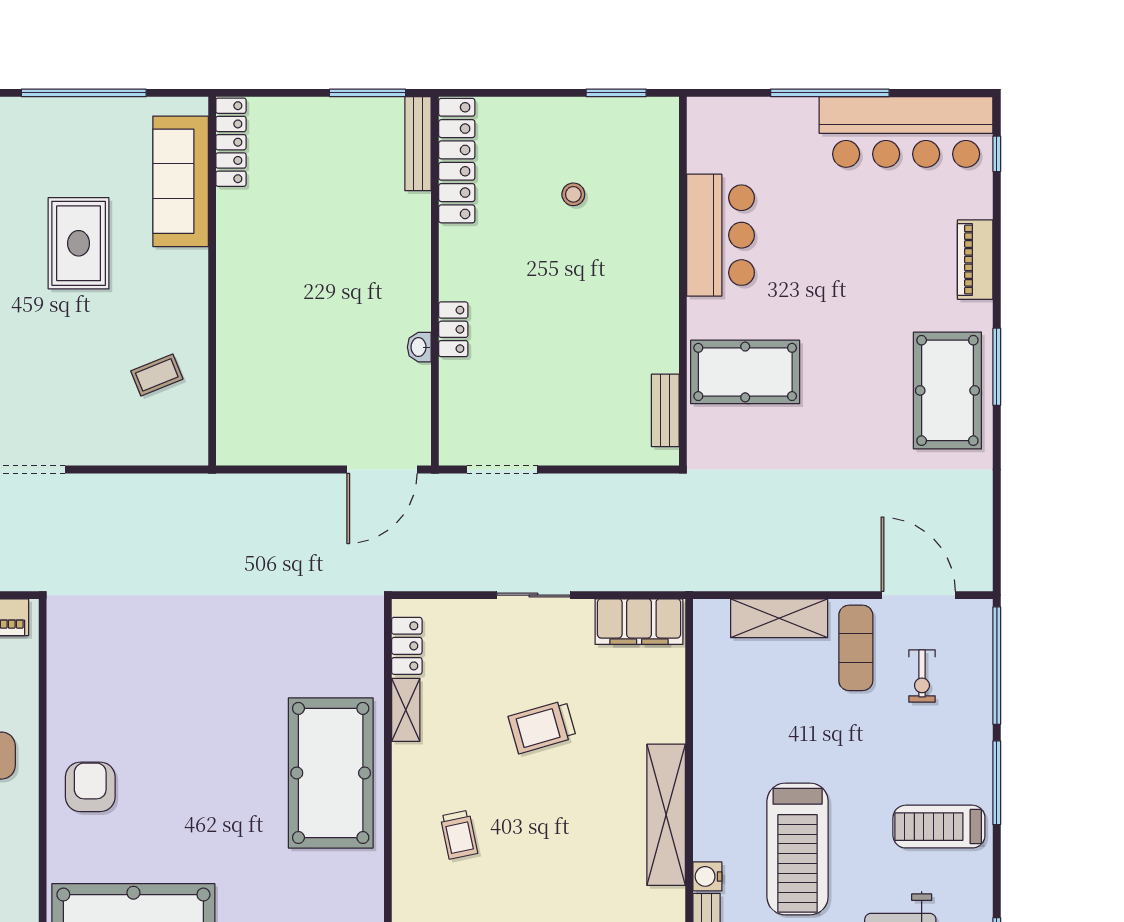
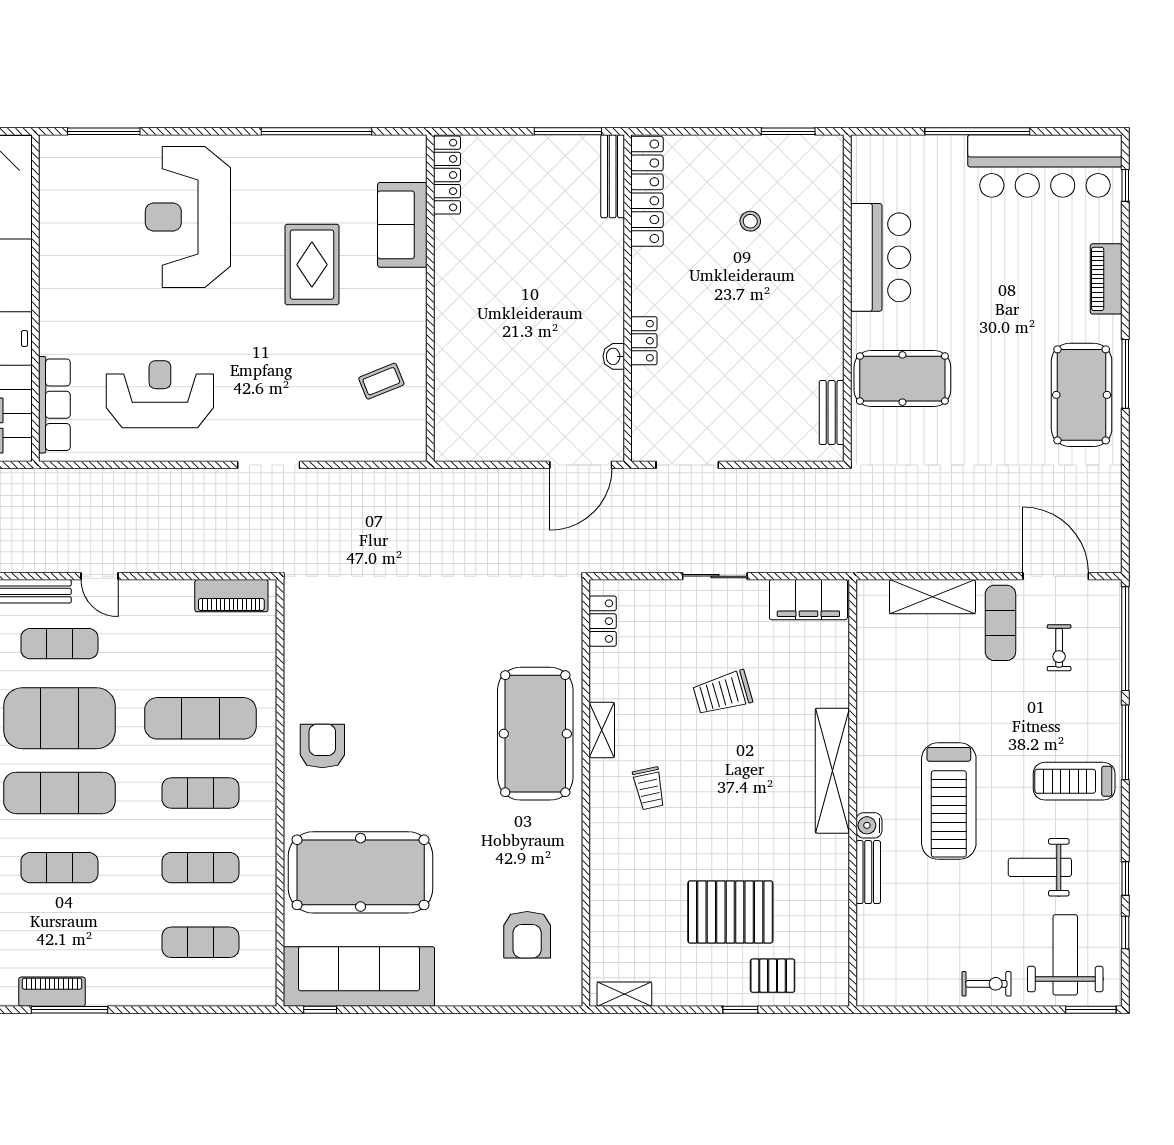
sofa: (181, 181) -> (402, 225), width x0.73
shelving: (406, 710) -> (602, 730), moved

